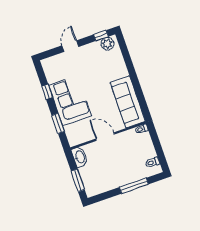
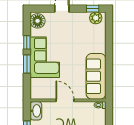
floor lamp: (50, 67) -> (38, 21), added
window: (58, 123) -> (27, 64), moved

